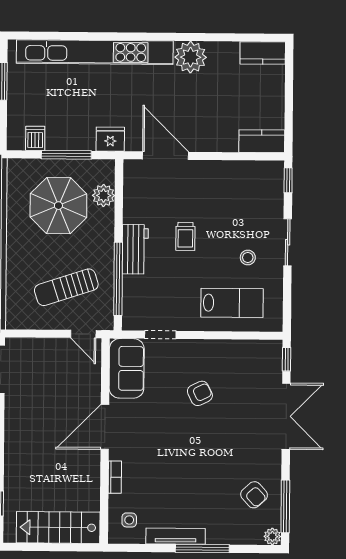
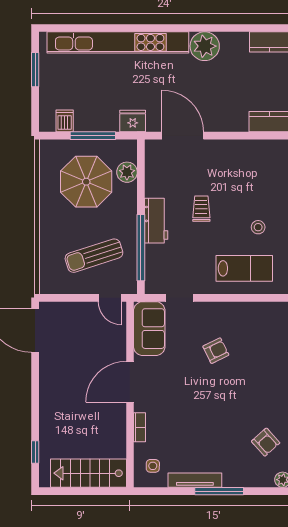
trolley: (185, 236) -> (201, 209), turned 180

